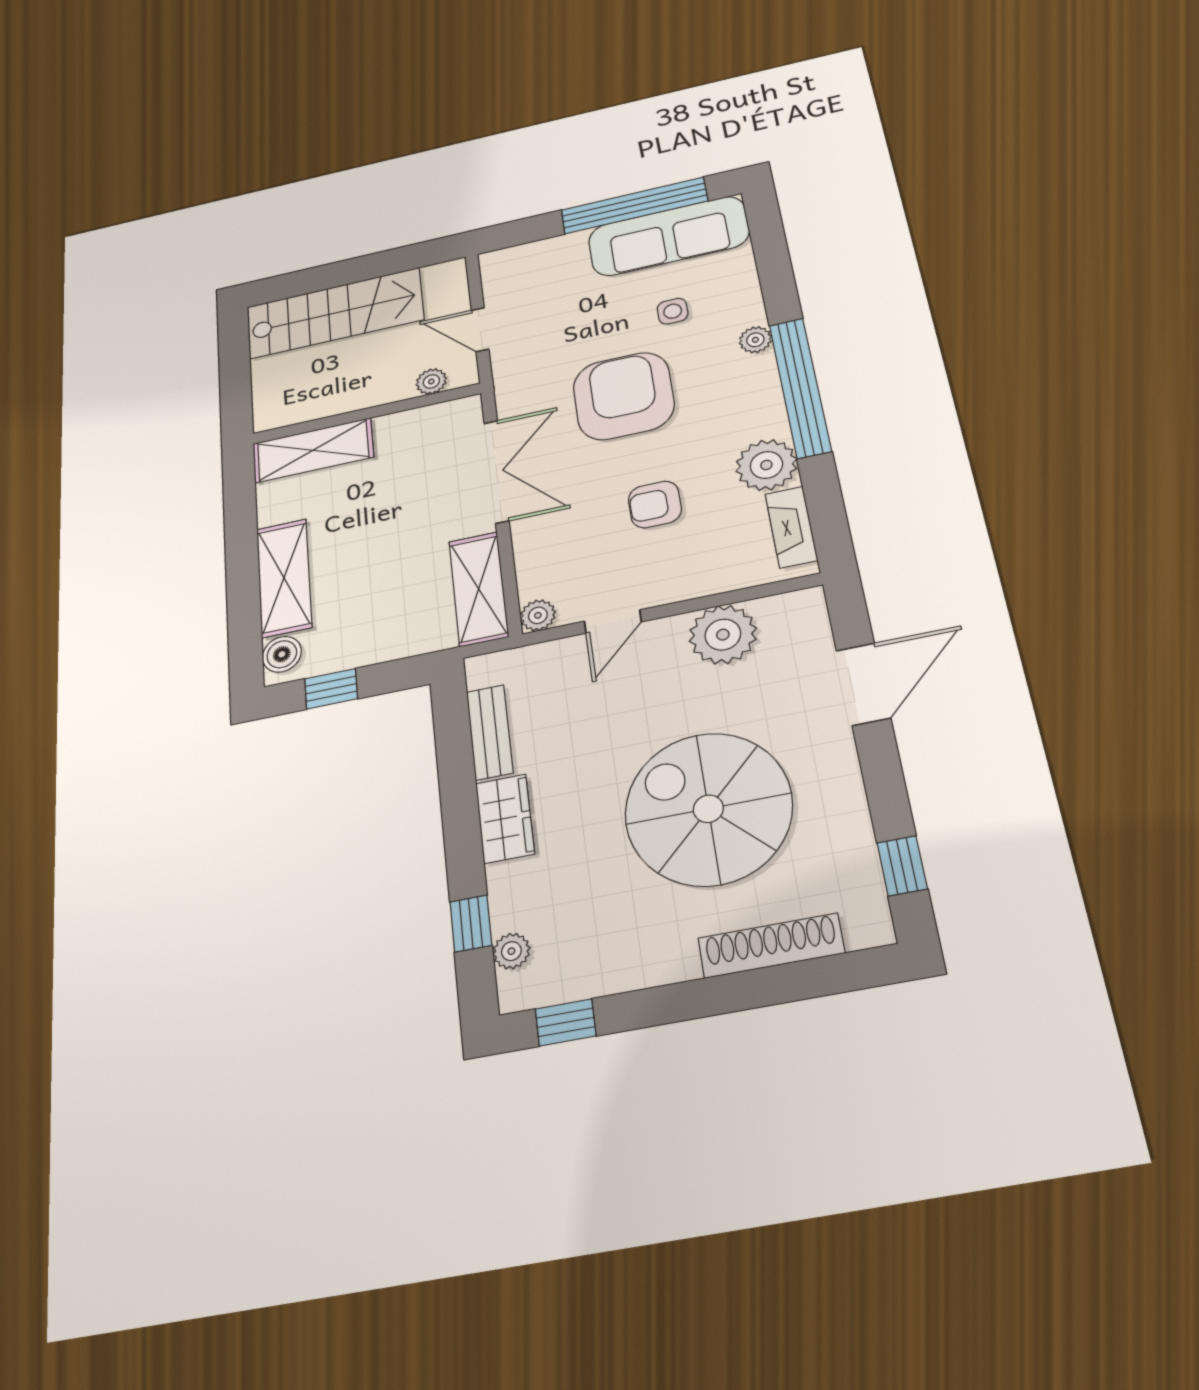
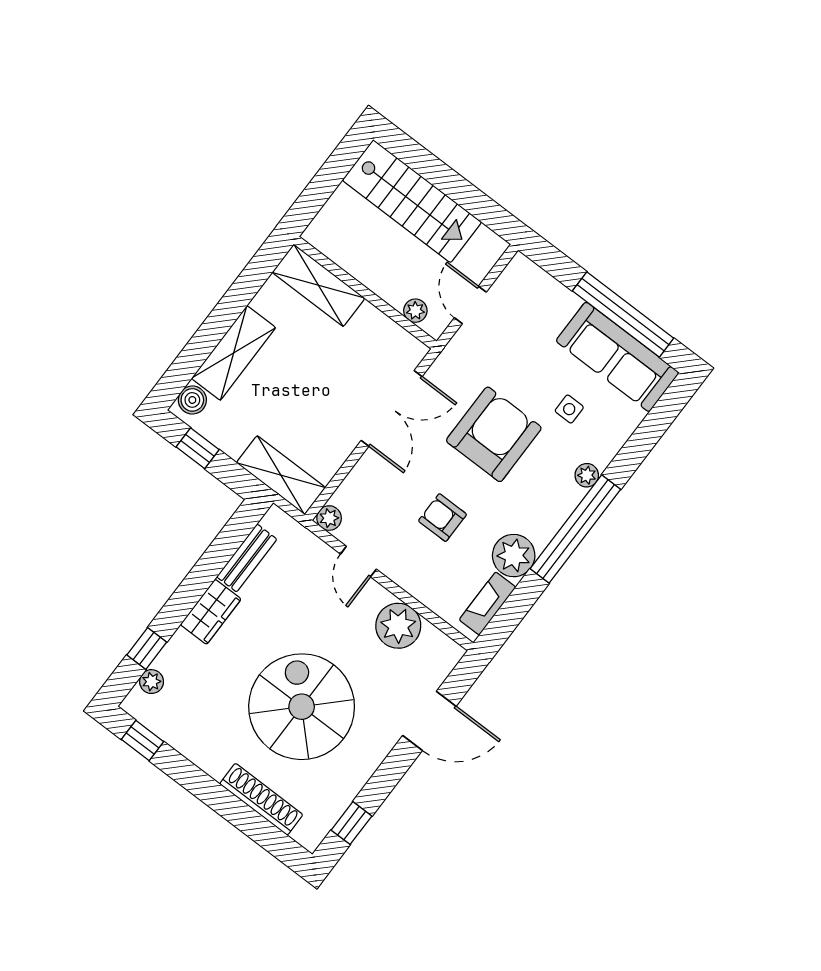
shelving: (479, 589) -> (281, 475), moved, turned 90
door: (613, 622) -> (358, 562), hinge flipped

